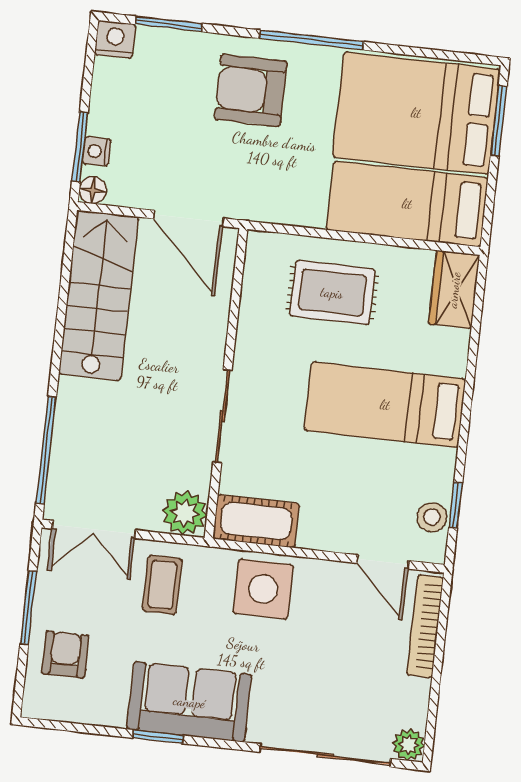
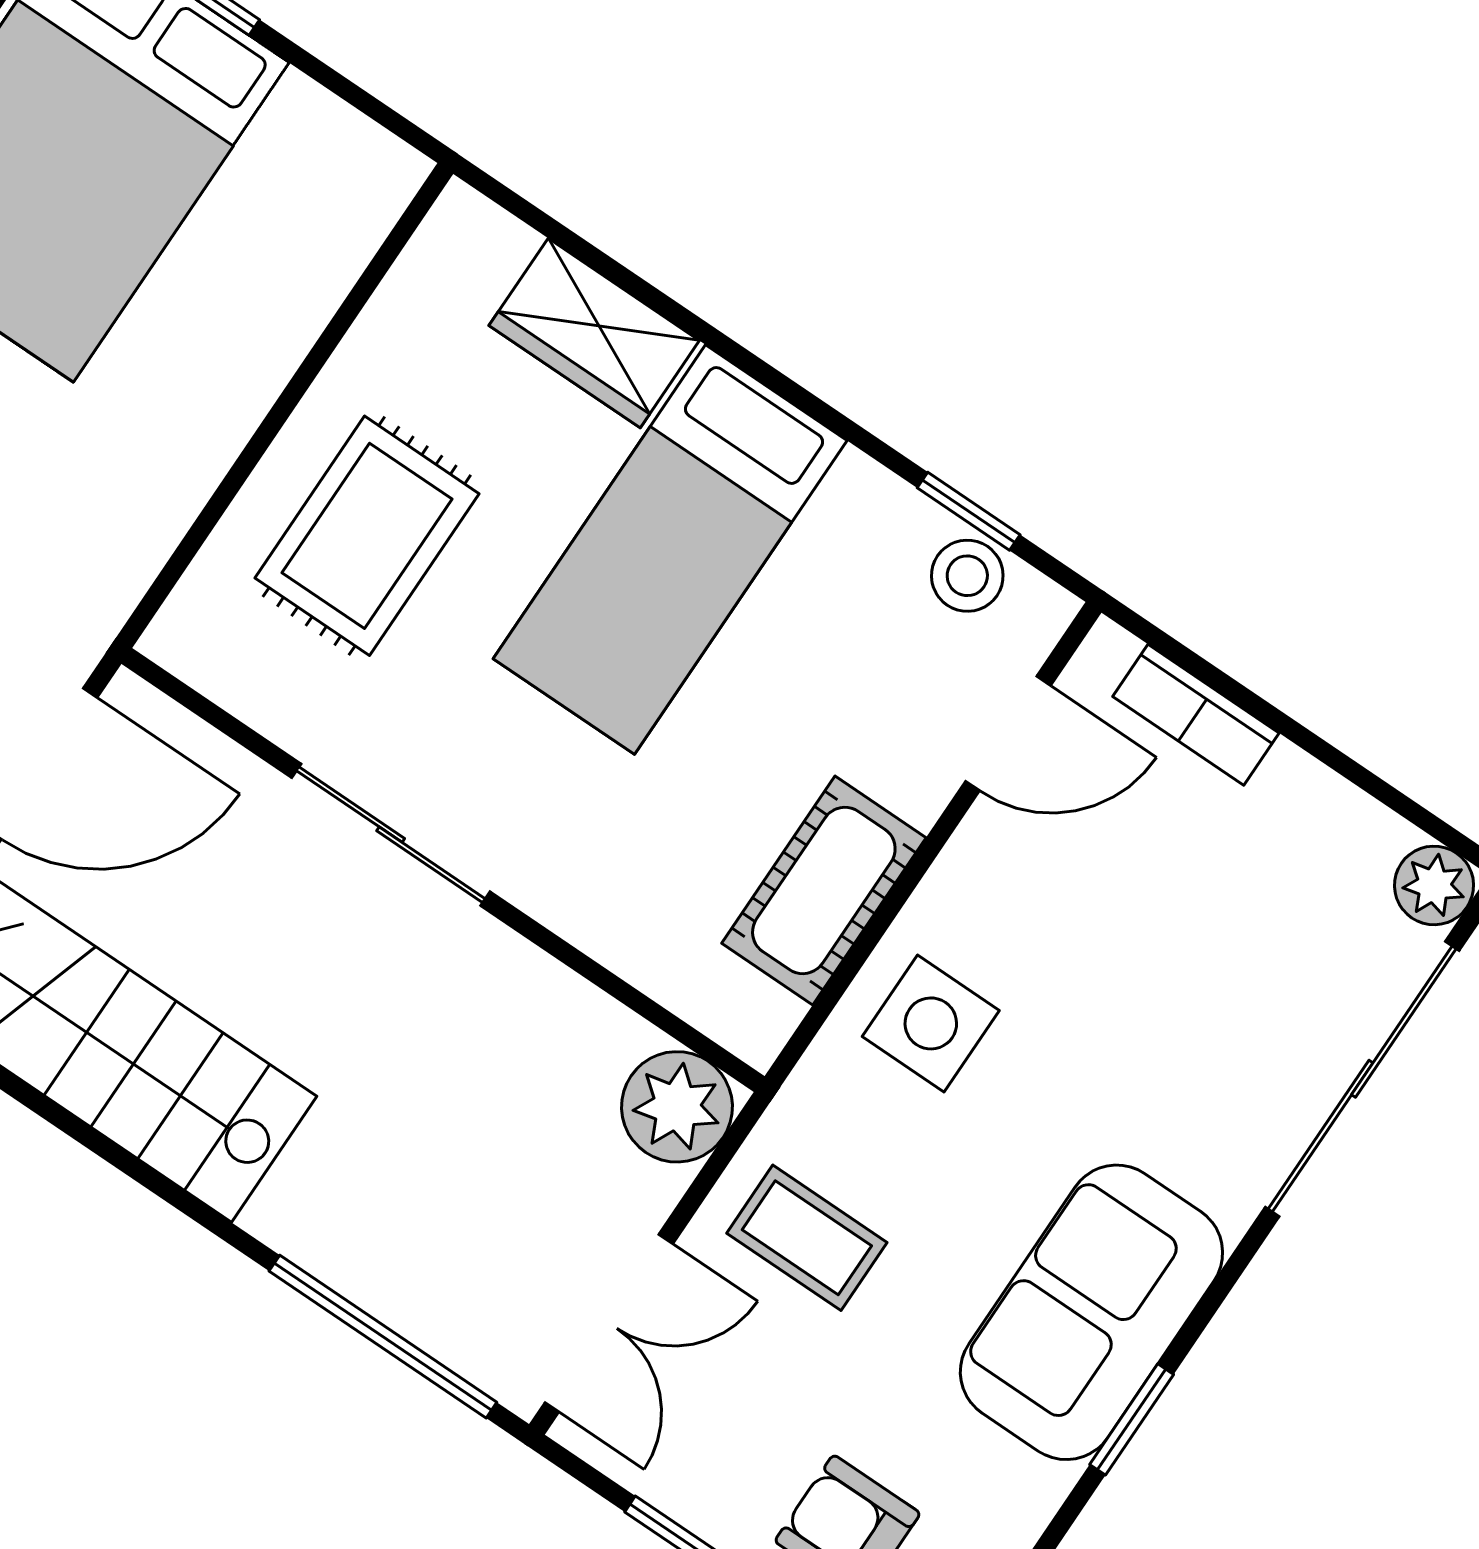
bed: (407, 204) -> (260, 272), removed
wardrobe: (454, 290) -> (594, 333), moved
sliding door: (222, 416) -> (391, 835), moved
cot: (256, 521) -> (824, 891), moved
side table: (263, 589) -> (931, 1023), width x0.73, depth x0.73
bookcase: (425, 626) -> (1196, 715), width x0.64

